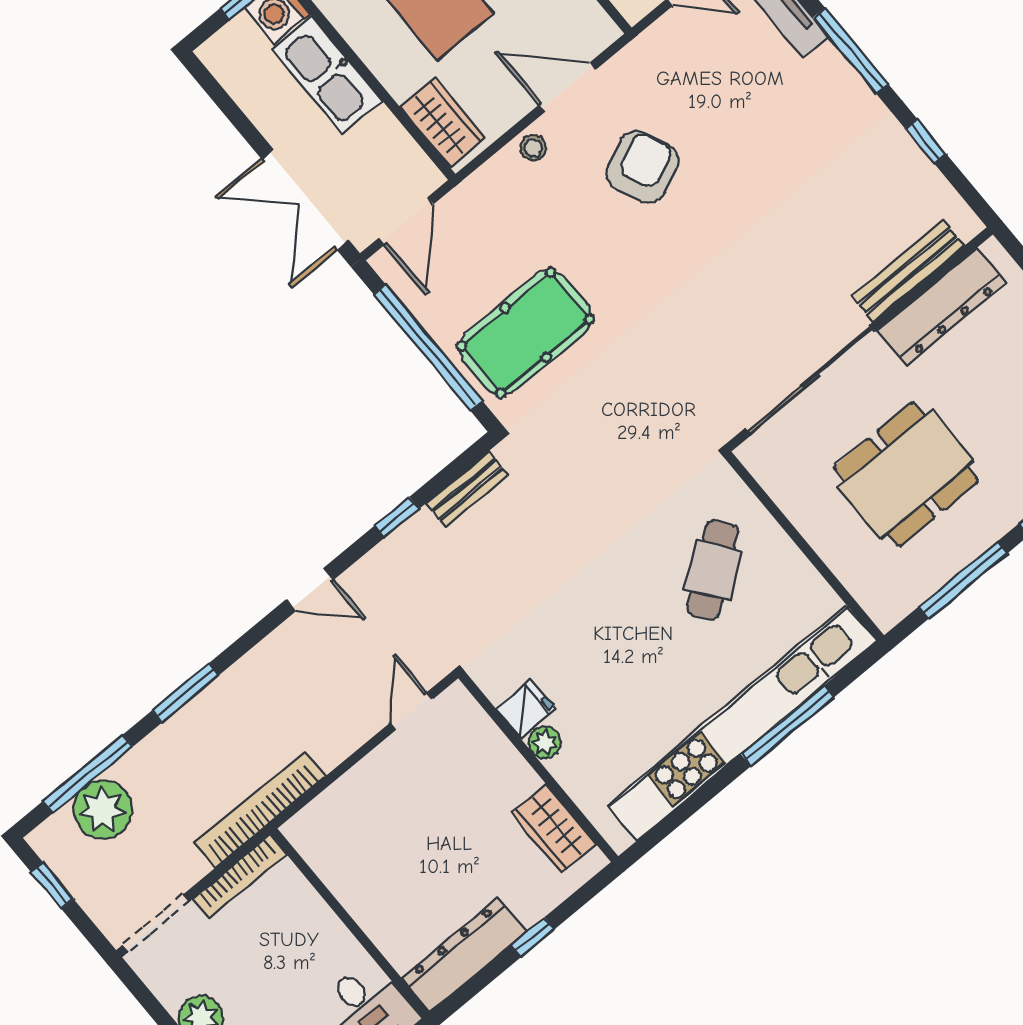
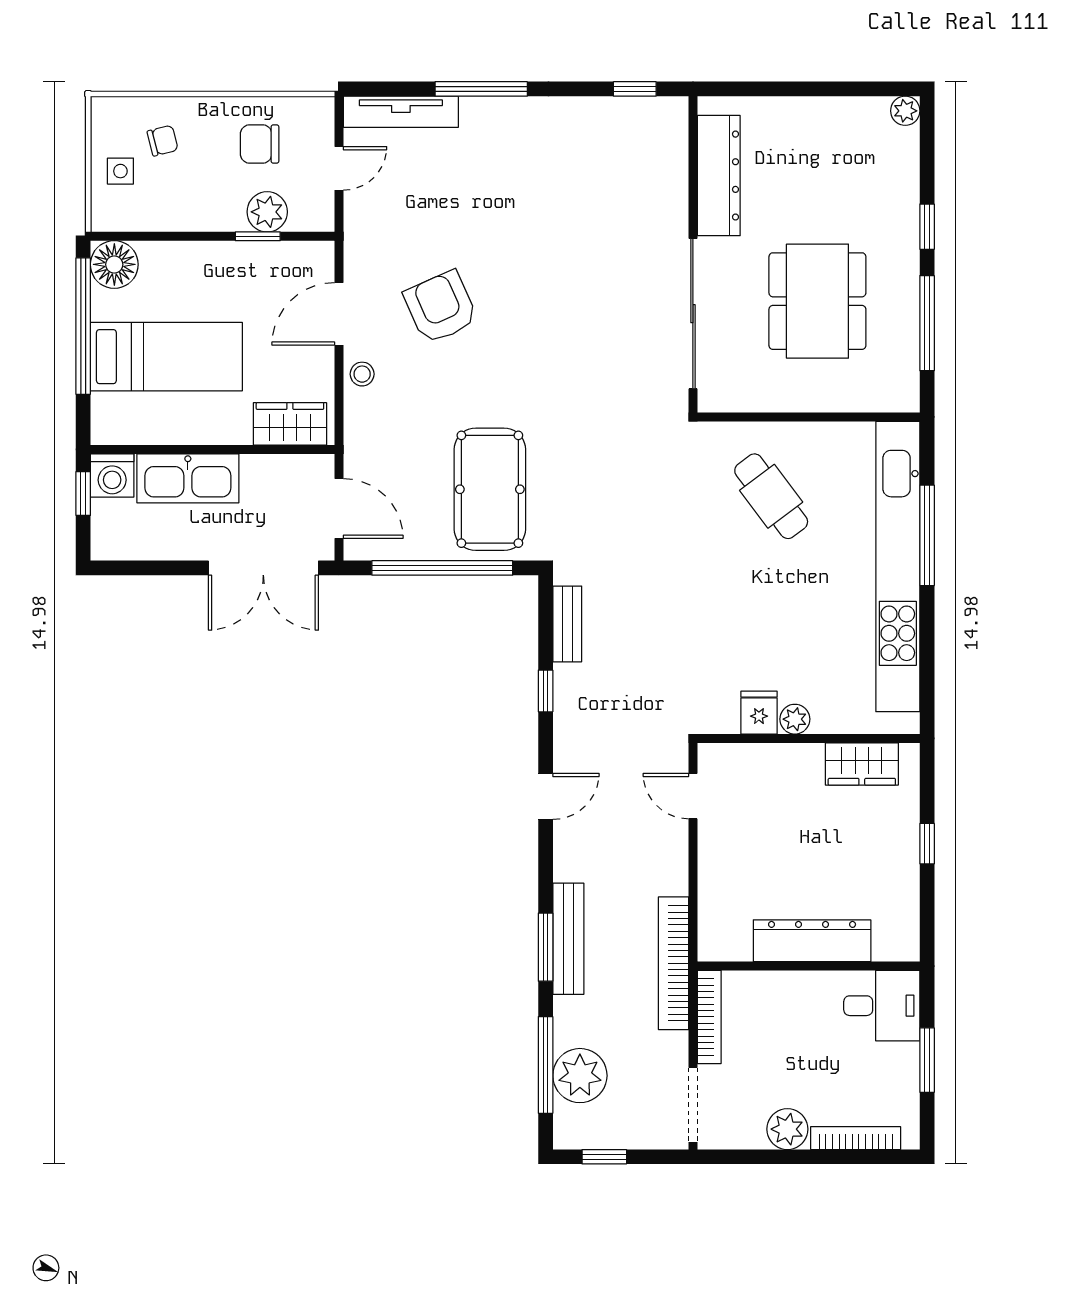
window: (926, 141) -> (635, 89), moved
bench: (908, 271) -> (568, 939), moved
dresser: (464, 955) -> (812, 941), moved, turned 90

